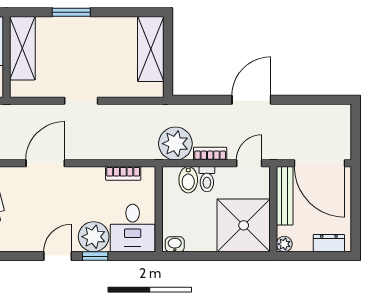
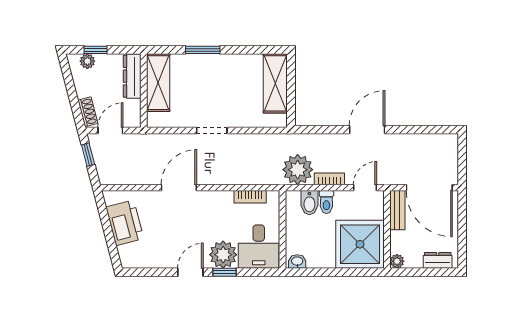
bench: (285, 196) -> (397, 210), width x0.73

